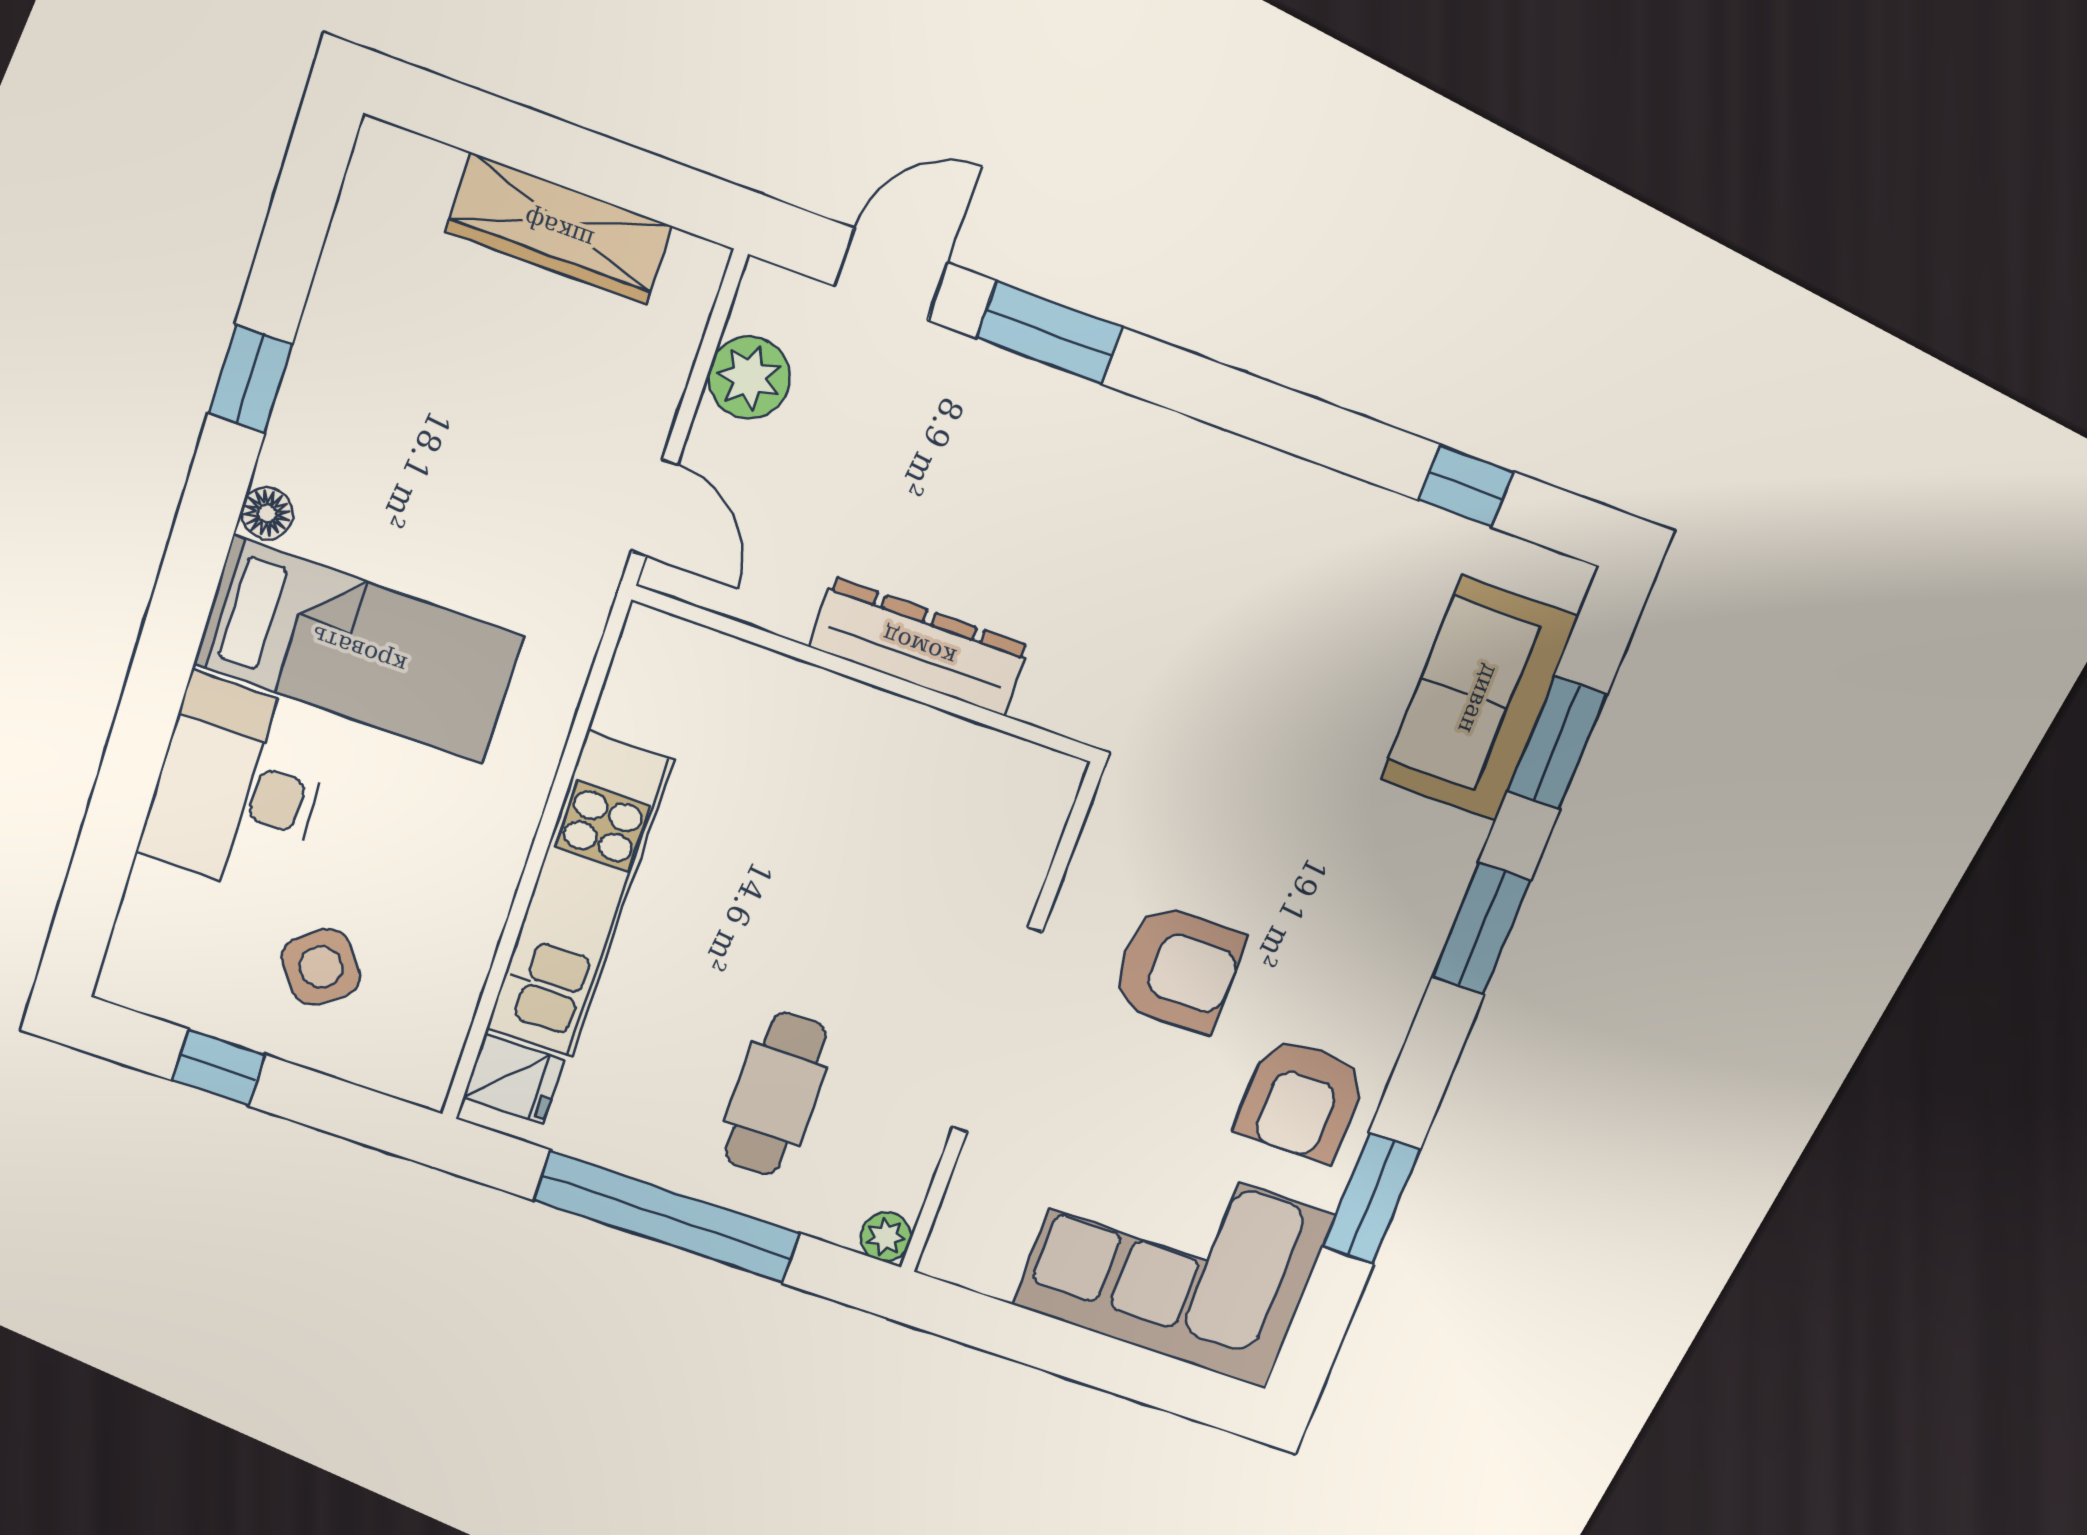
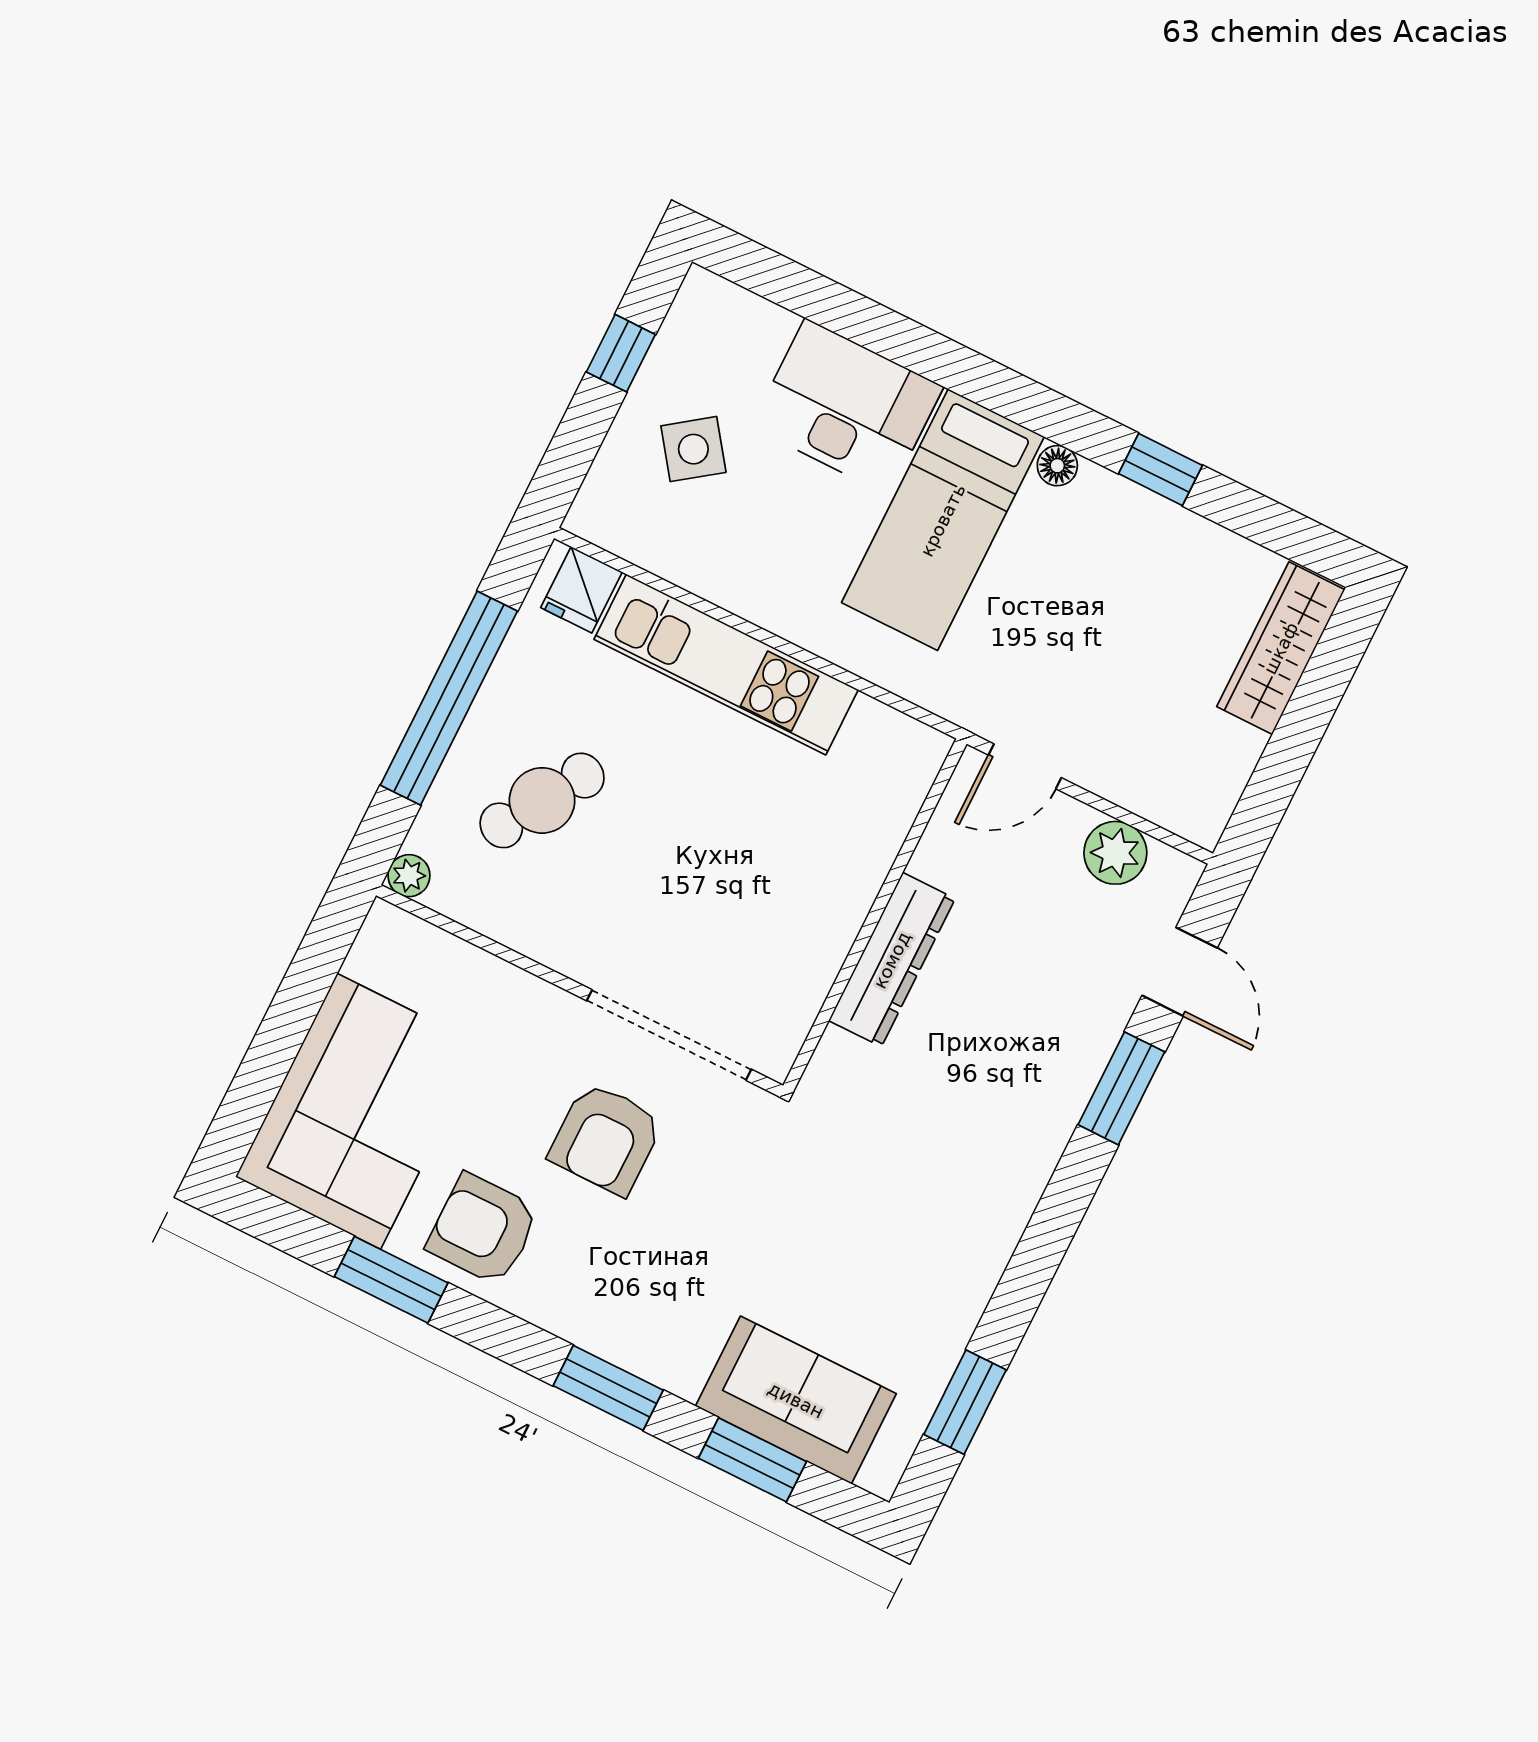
wardrobe: (559, 229) -> (1281, 648), moved
window: (1466, 486) -> (965, 1402), width x1.50
doorway: (997, 1030) -> (669, 1035), moved
cafe table: (776, 1094) -> (542, 800), turned -58

